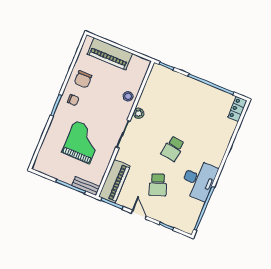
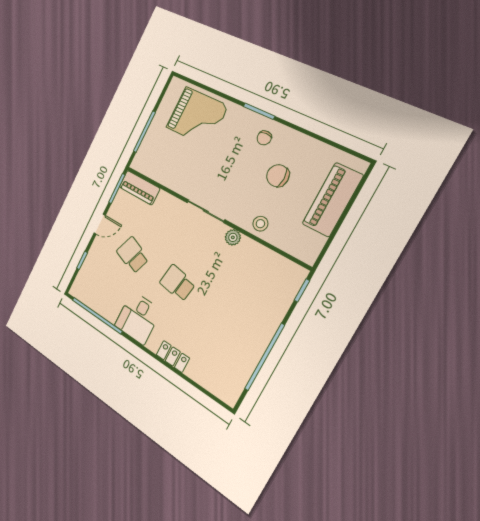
chair: (83, 79) -> (278, 176), moved
locker: (237, 109) -> (173, 356), moved
grand piano: (82, 142) -> (197, 117), moved
desk: (199, 180) -> (138, 318), width x0.73
piano: (114, 181) -> (139, 188), width x0.73, depth x0.75
school desk: (158, 185) -> (133, 255), turned 42
bench: (86, 186) -> (143, 153), removed

